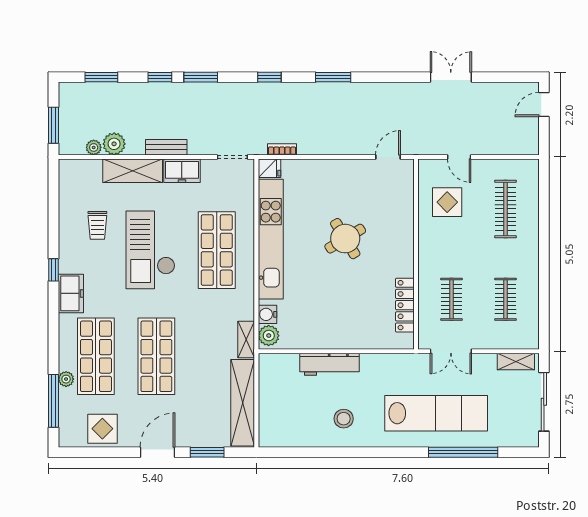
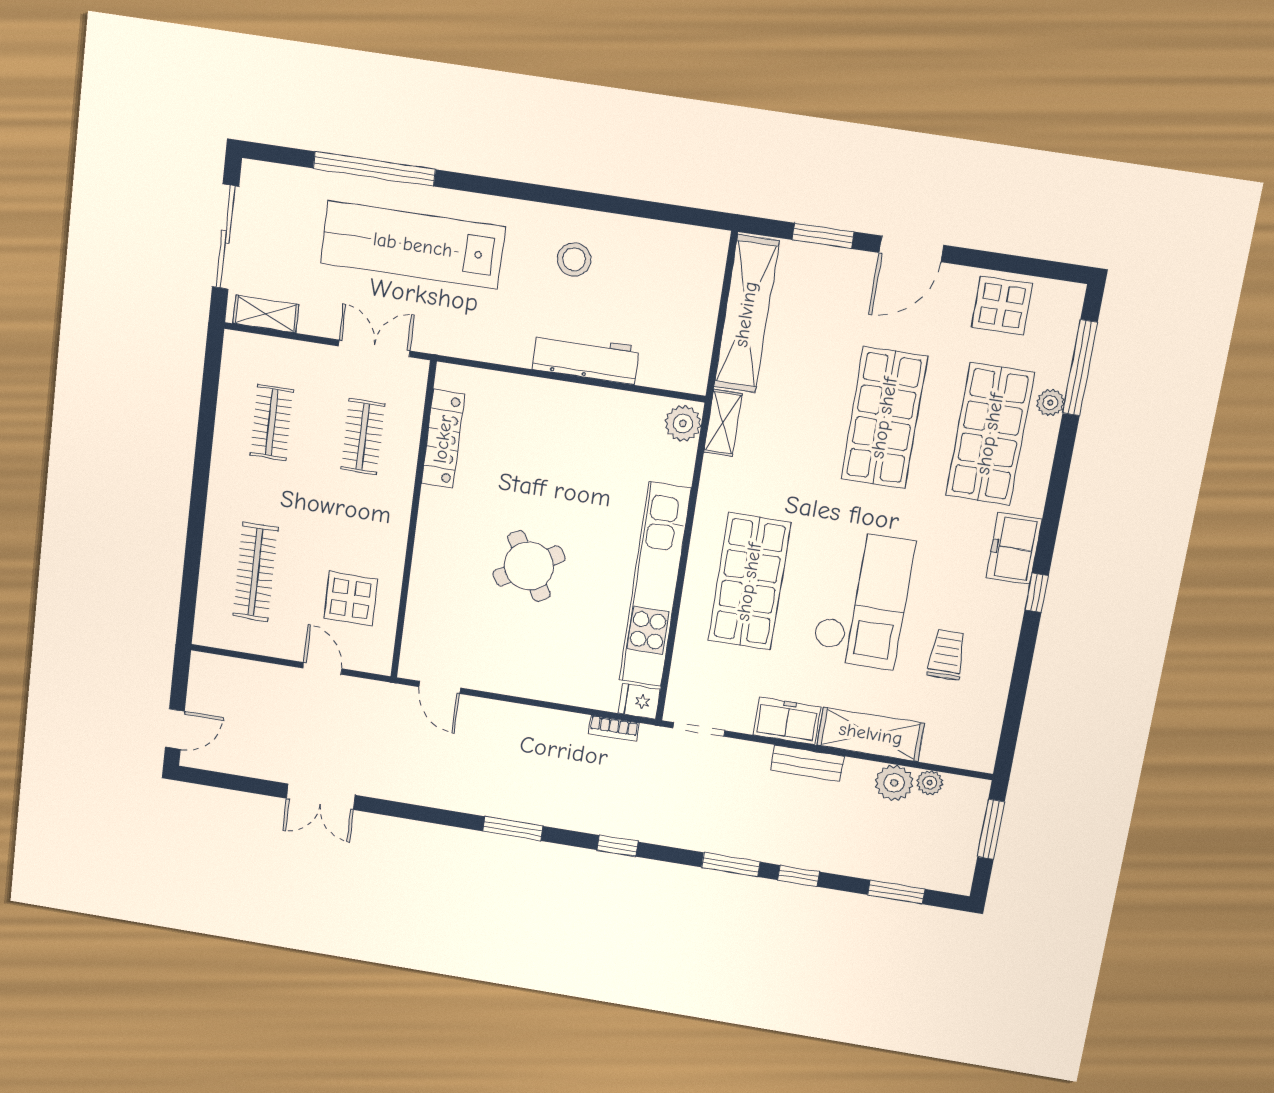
door: (388, 157) -> (440, 687), hinge flipped
water cooler: (268, 314) -> (680, 460), removed

